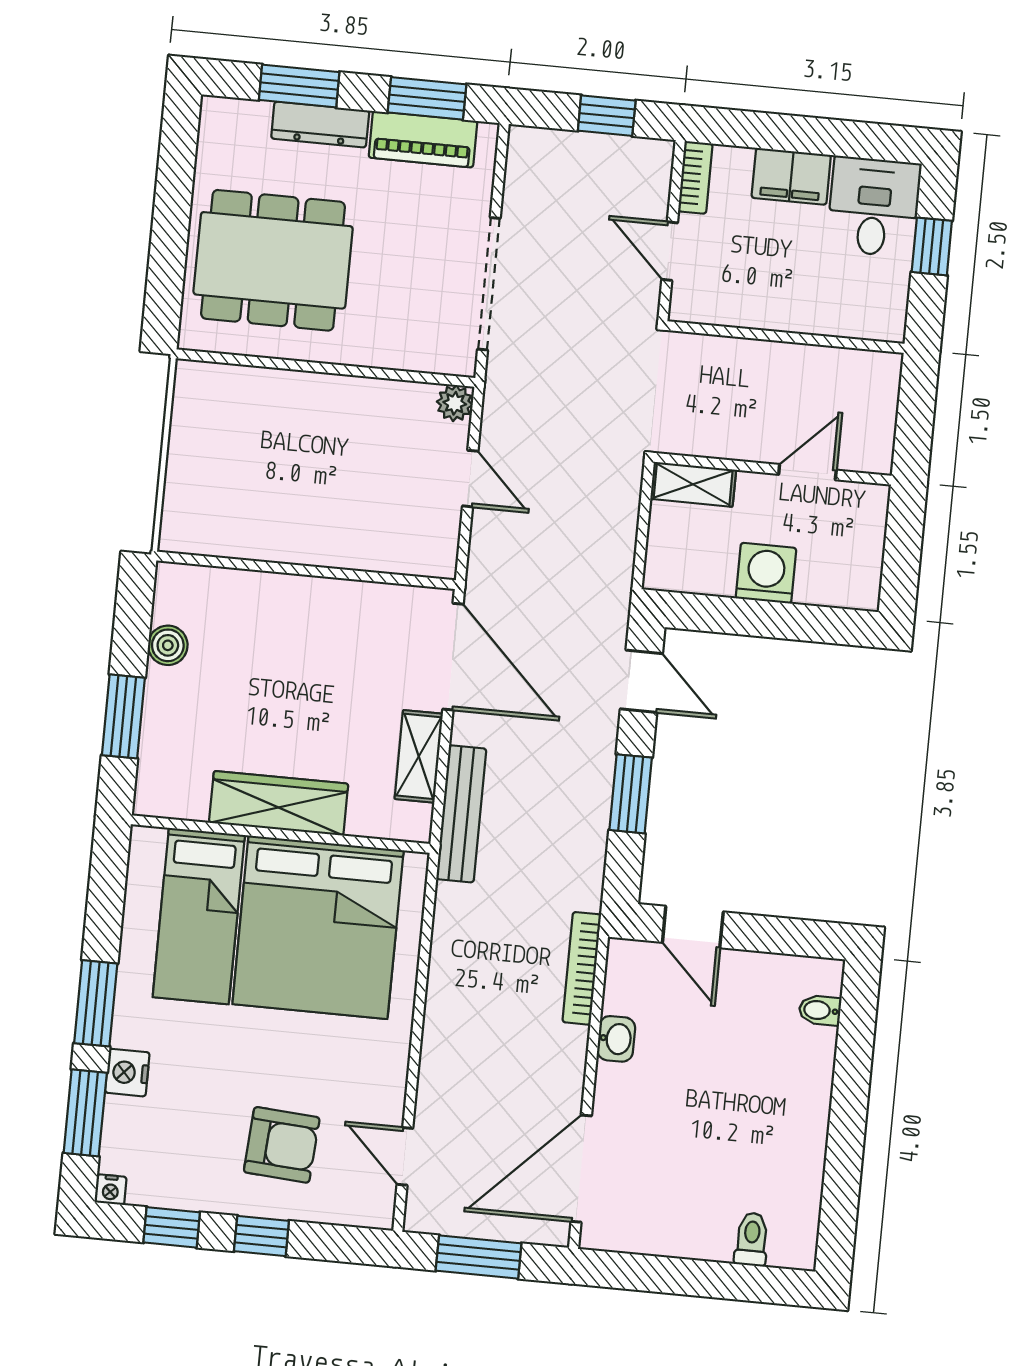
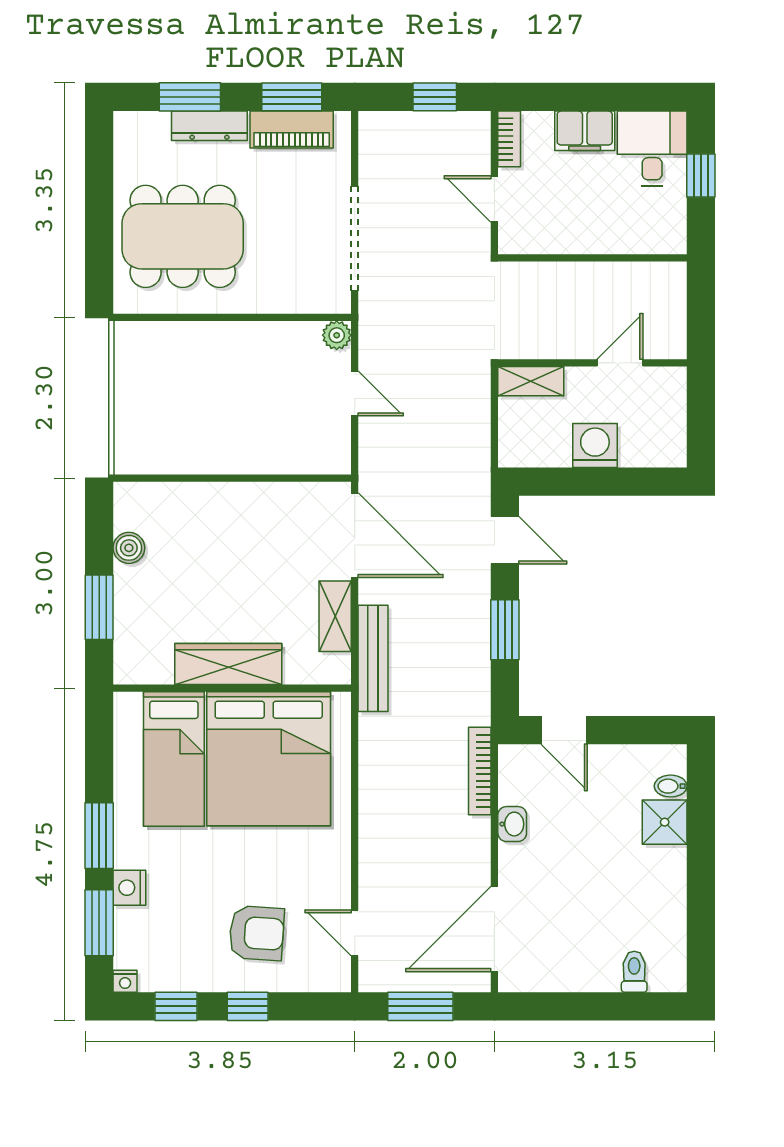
shower: (808, 1055) -> (665, 822), added

